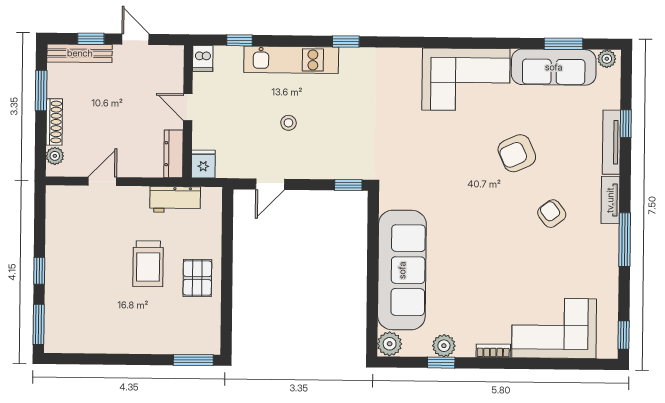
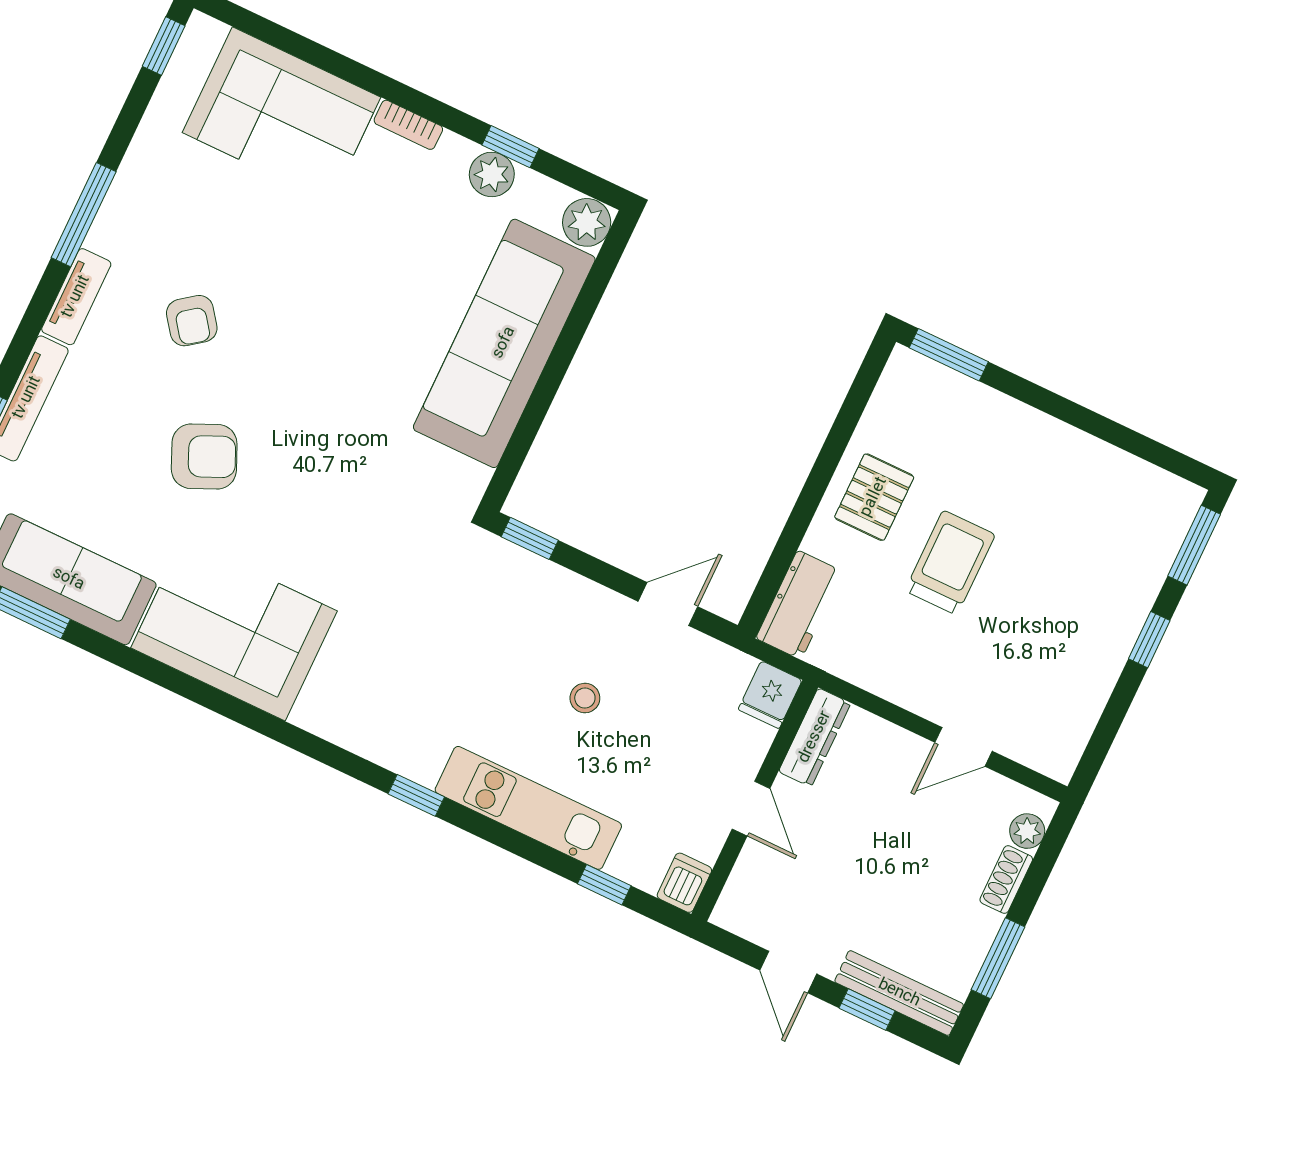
shoe rack: (54, 122) -> (1006, 880), width x0.70
workbench: (175, 199) -> (799, 605), moved, turned 90

